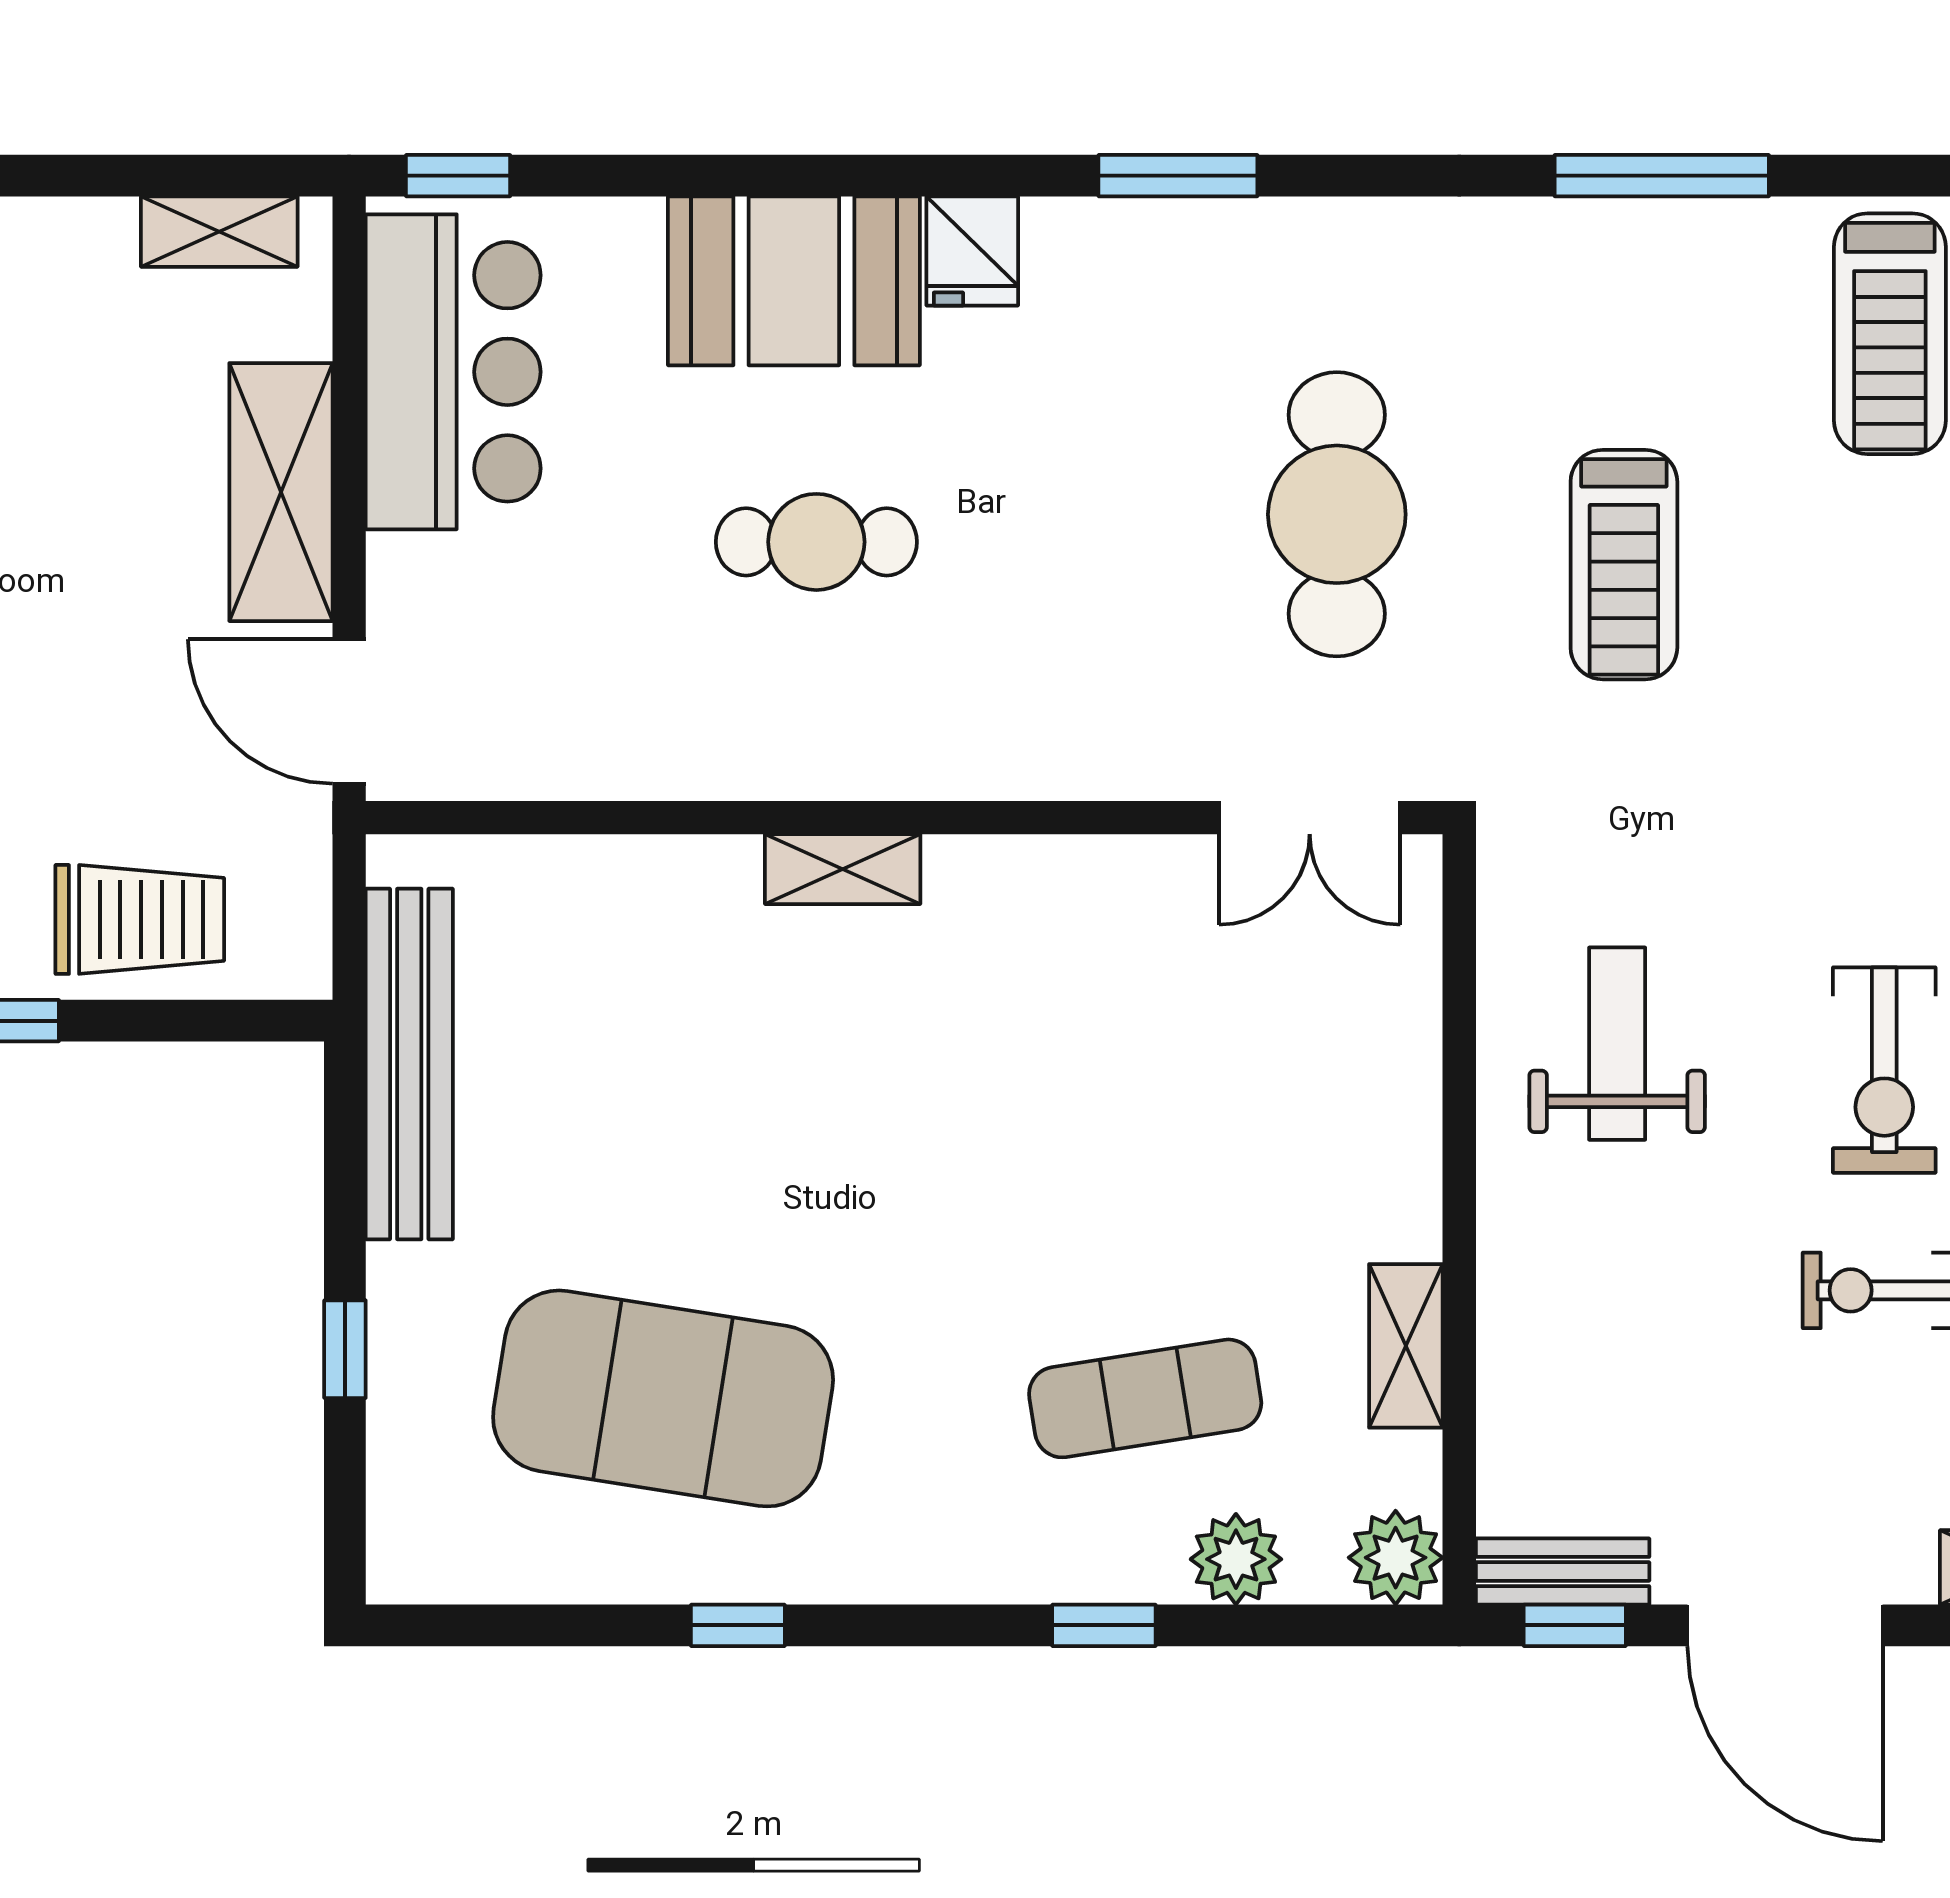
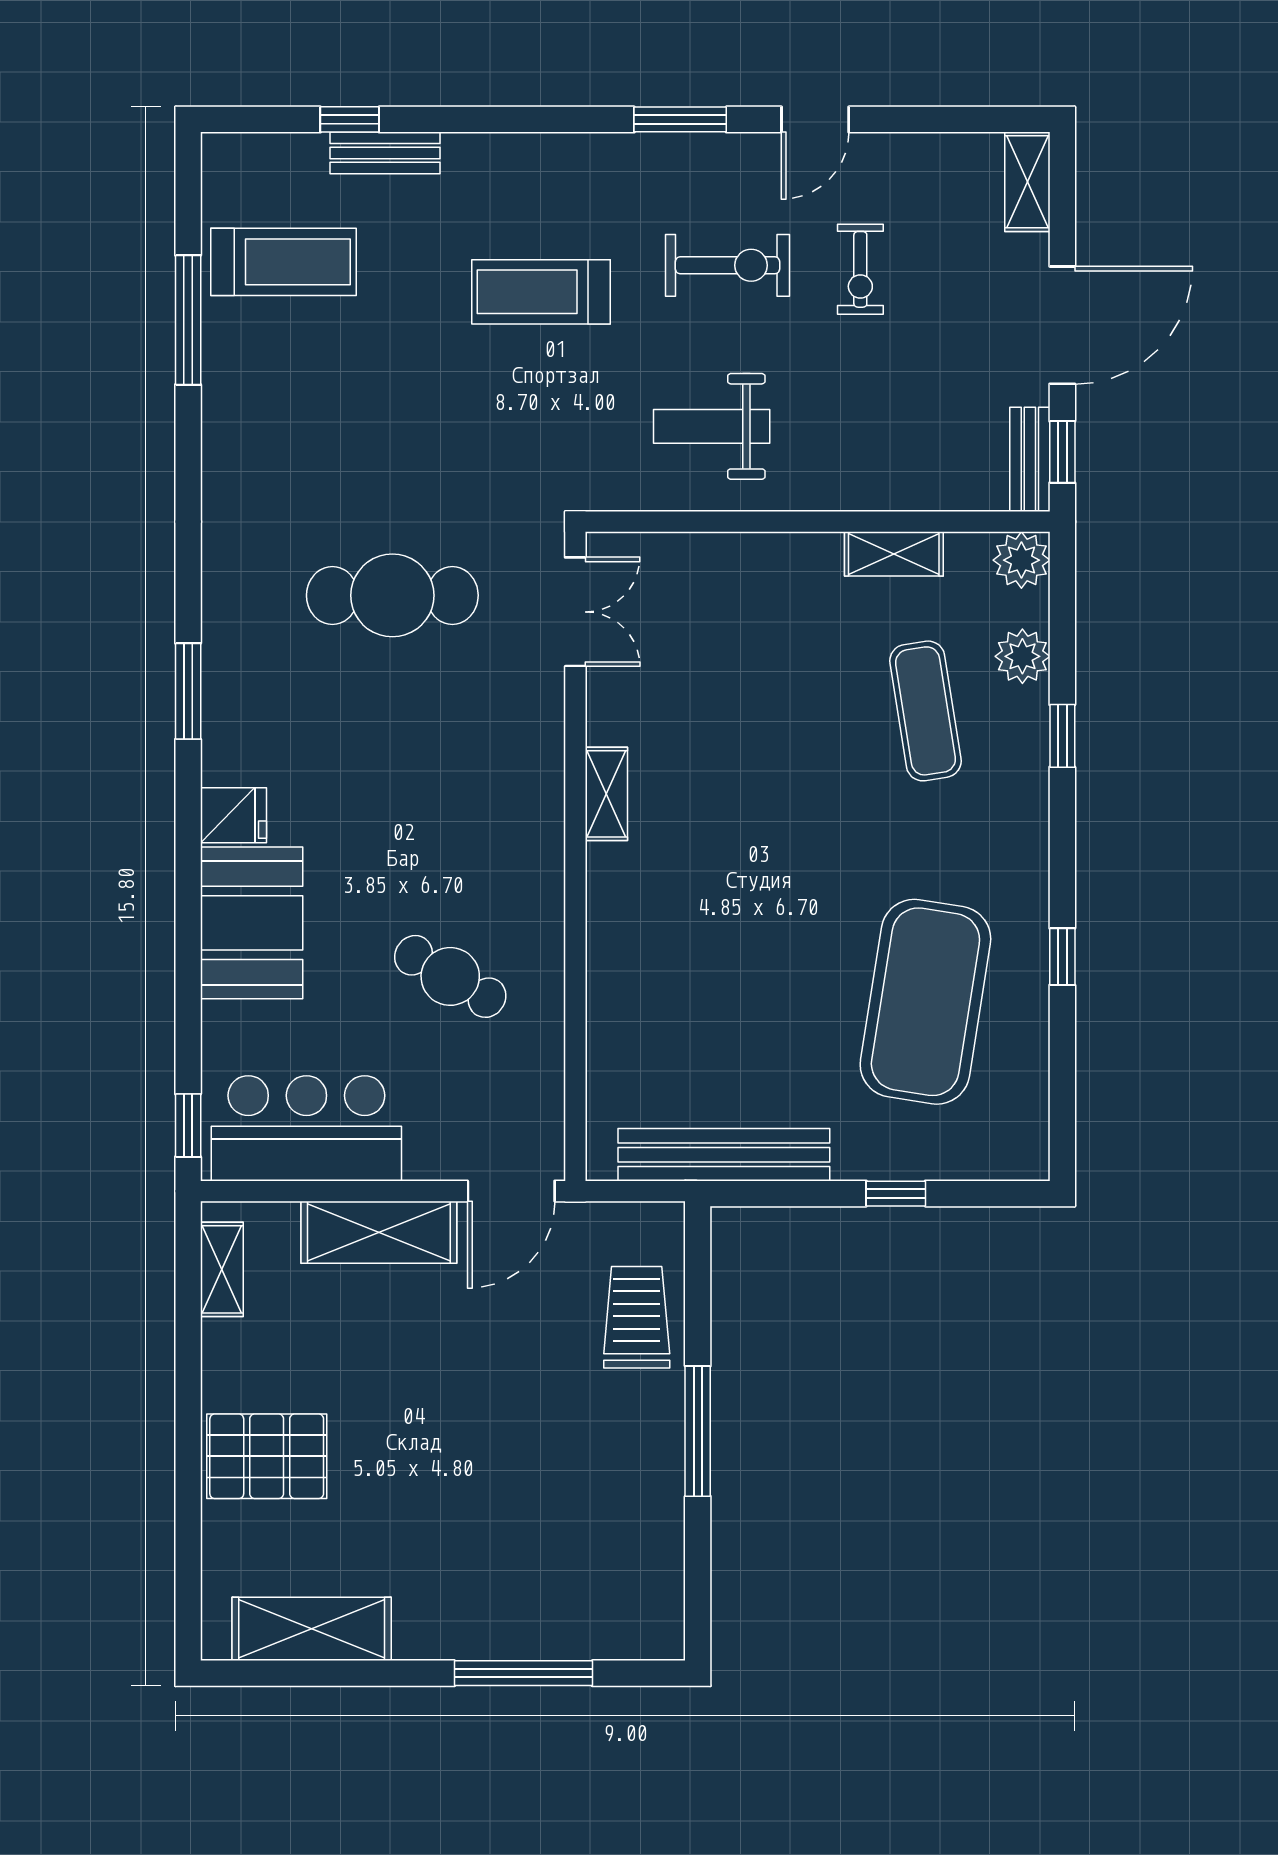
window: (1662, 176) -> (188, 320), moved
cafe table: (816, 542) -> (450, 976), moved, turned -60
treadmill: (1624, 565) -> (541, 292), moved, turned 180
shelving: (843, 869) -> (606, 794), moved

